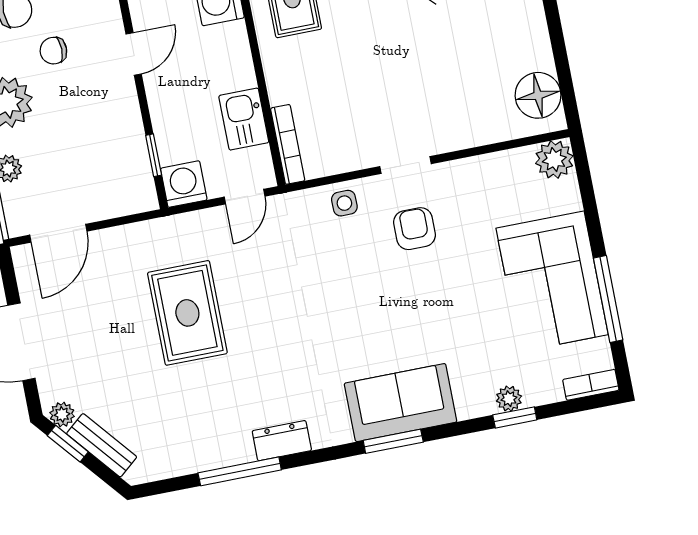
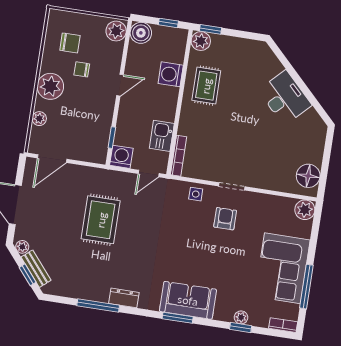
window: (68, 444) -> (28, 275), moved

